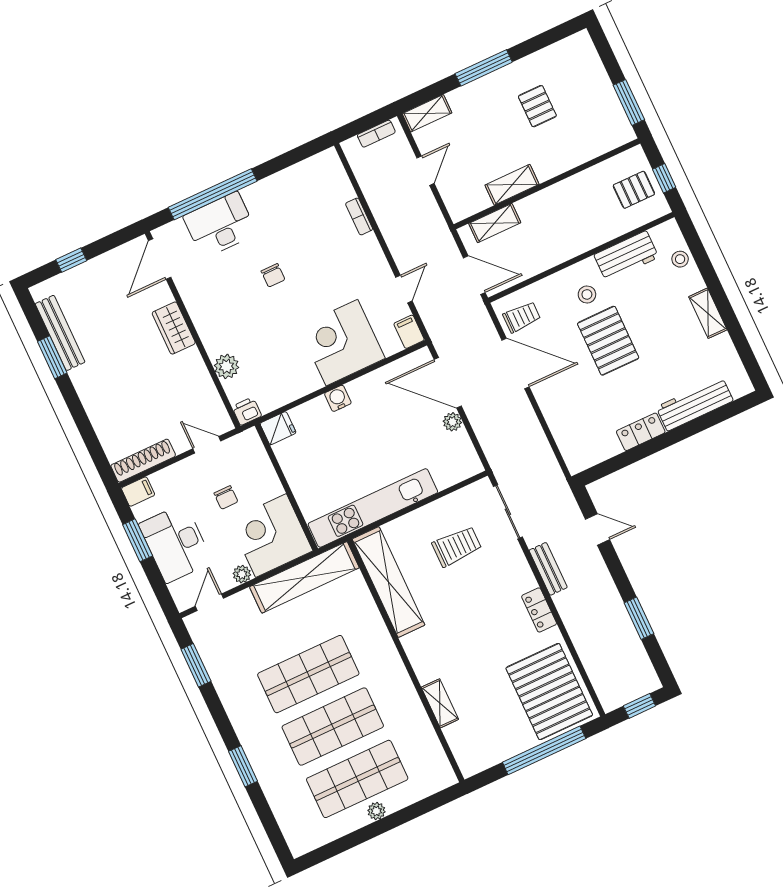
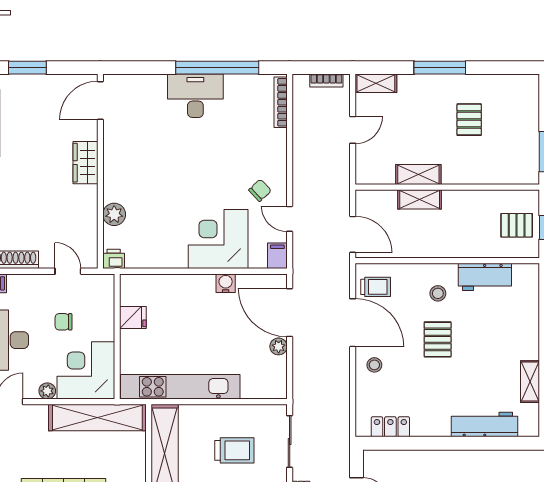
window: (213, 194) -> (217, 68), moved
bookcase: (359, 216) -> (281, 102), moved, width x1.56
shelving: (495, 223) -> (420, 199), moved
desk: (220, 225) -> (195, 96), moved
stool: (680, 259) -> (374, 365), moved
window: (71, 260) -> (27, 68), width x1.50
chair: (273, 275) -> (260, 190), moved, turned -133
door: (404, 289) -> (290, 219), swing flipped
shelving: (708, 313) -> (530, 382), moved
pallet: (608, 341) -> (438, 339), width x0.67, depth x0.71
water cooler: (338, 398) -> (226, 283), moved
fridge: (278, 428) -> (133, 318), moved
locker: (641, 432) -> (390, 427), moved
chair: (226, 497) -> (64, 322), turned 90

